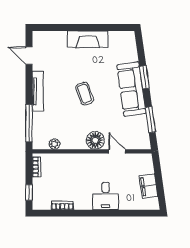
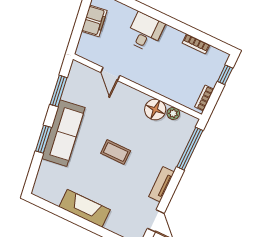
tv unit: (38, 91) -> (162, 184), width x0.71
coffee table: (85, 94) -> (116, 152), turned -69
floor lamp: (95, 140) -> (155, 110), moved

